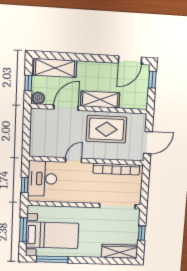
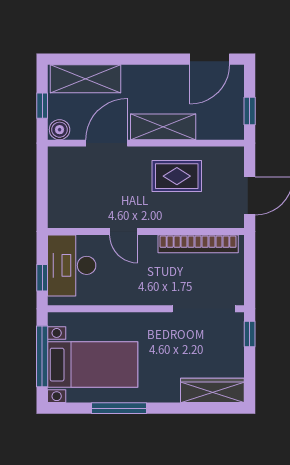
window: (152, 80) -> (250, 111), moved
rug: (106, 129) -> (177, 176), width x0.73, depth x0.70
door: (74, 160) -> (124, 231), swing flipped
window: (23, 230) -> (42, 356), width x1.44
window: (142, 233) -> (250, 334), moved
window: (52, 259) -> (119, 408), moved

